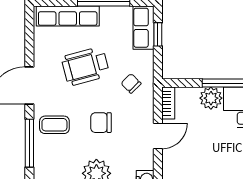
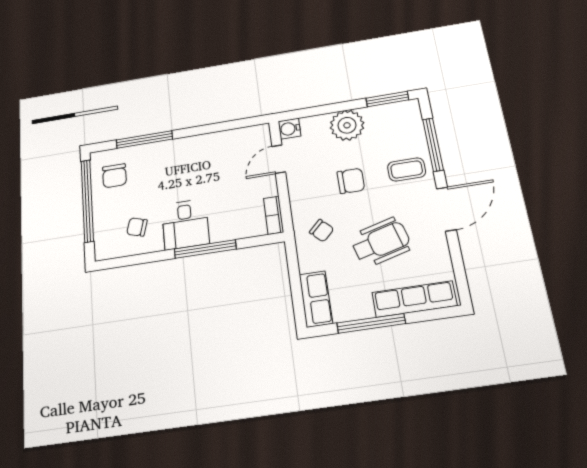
window: (158, 34) -> (297, 293), removed
plant: (211, 98) -> (224, 229), removed
door: (158, 136) -> (279, 159), moved

